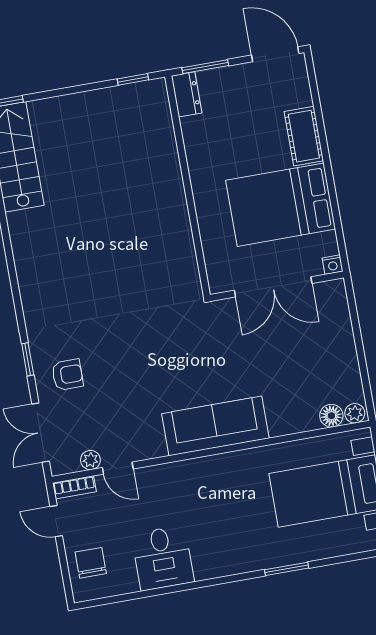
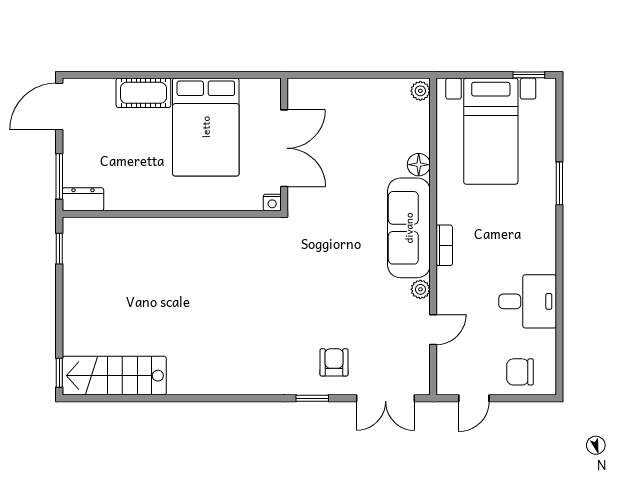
nightstand: (333, 265) -> (272, 202), moved, turned 90
floor lamp: (331, 416) -> (419, 165), moved
plant: (90, 460) -> (420, 289), moved
bookcase: (74, 487) -> (444, 245), moved

